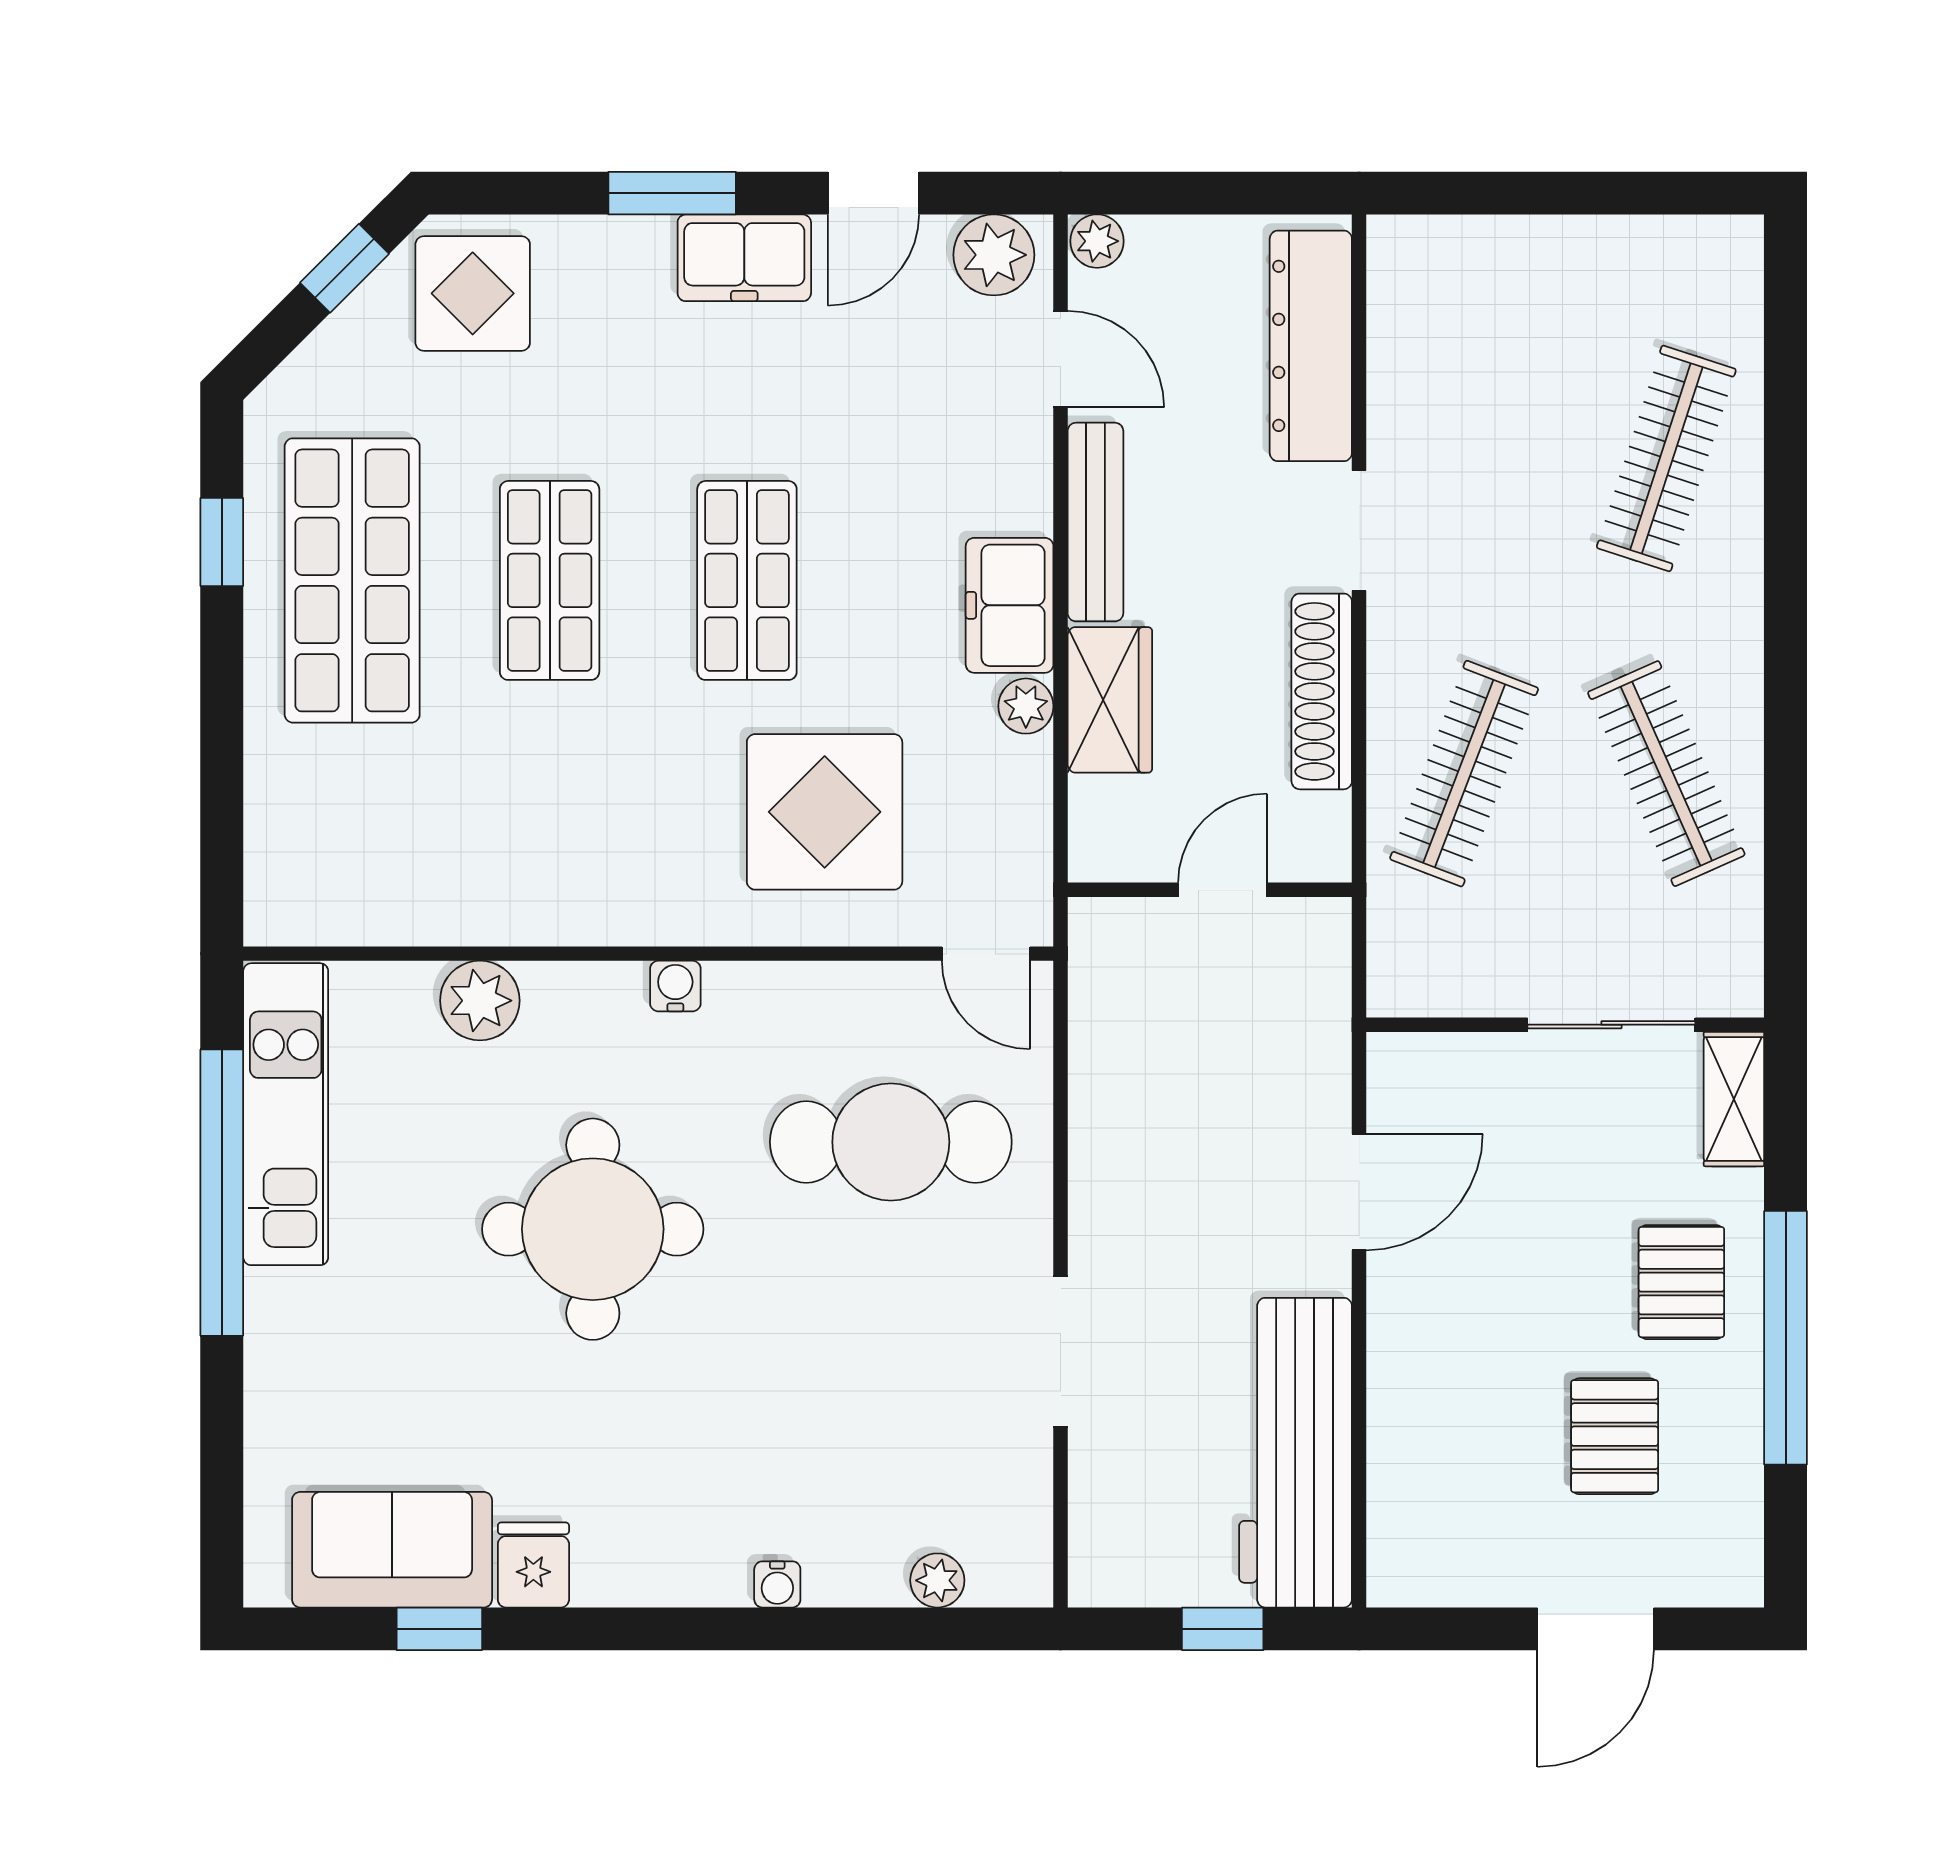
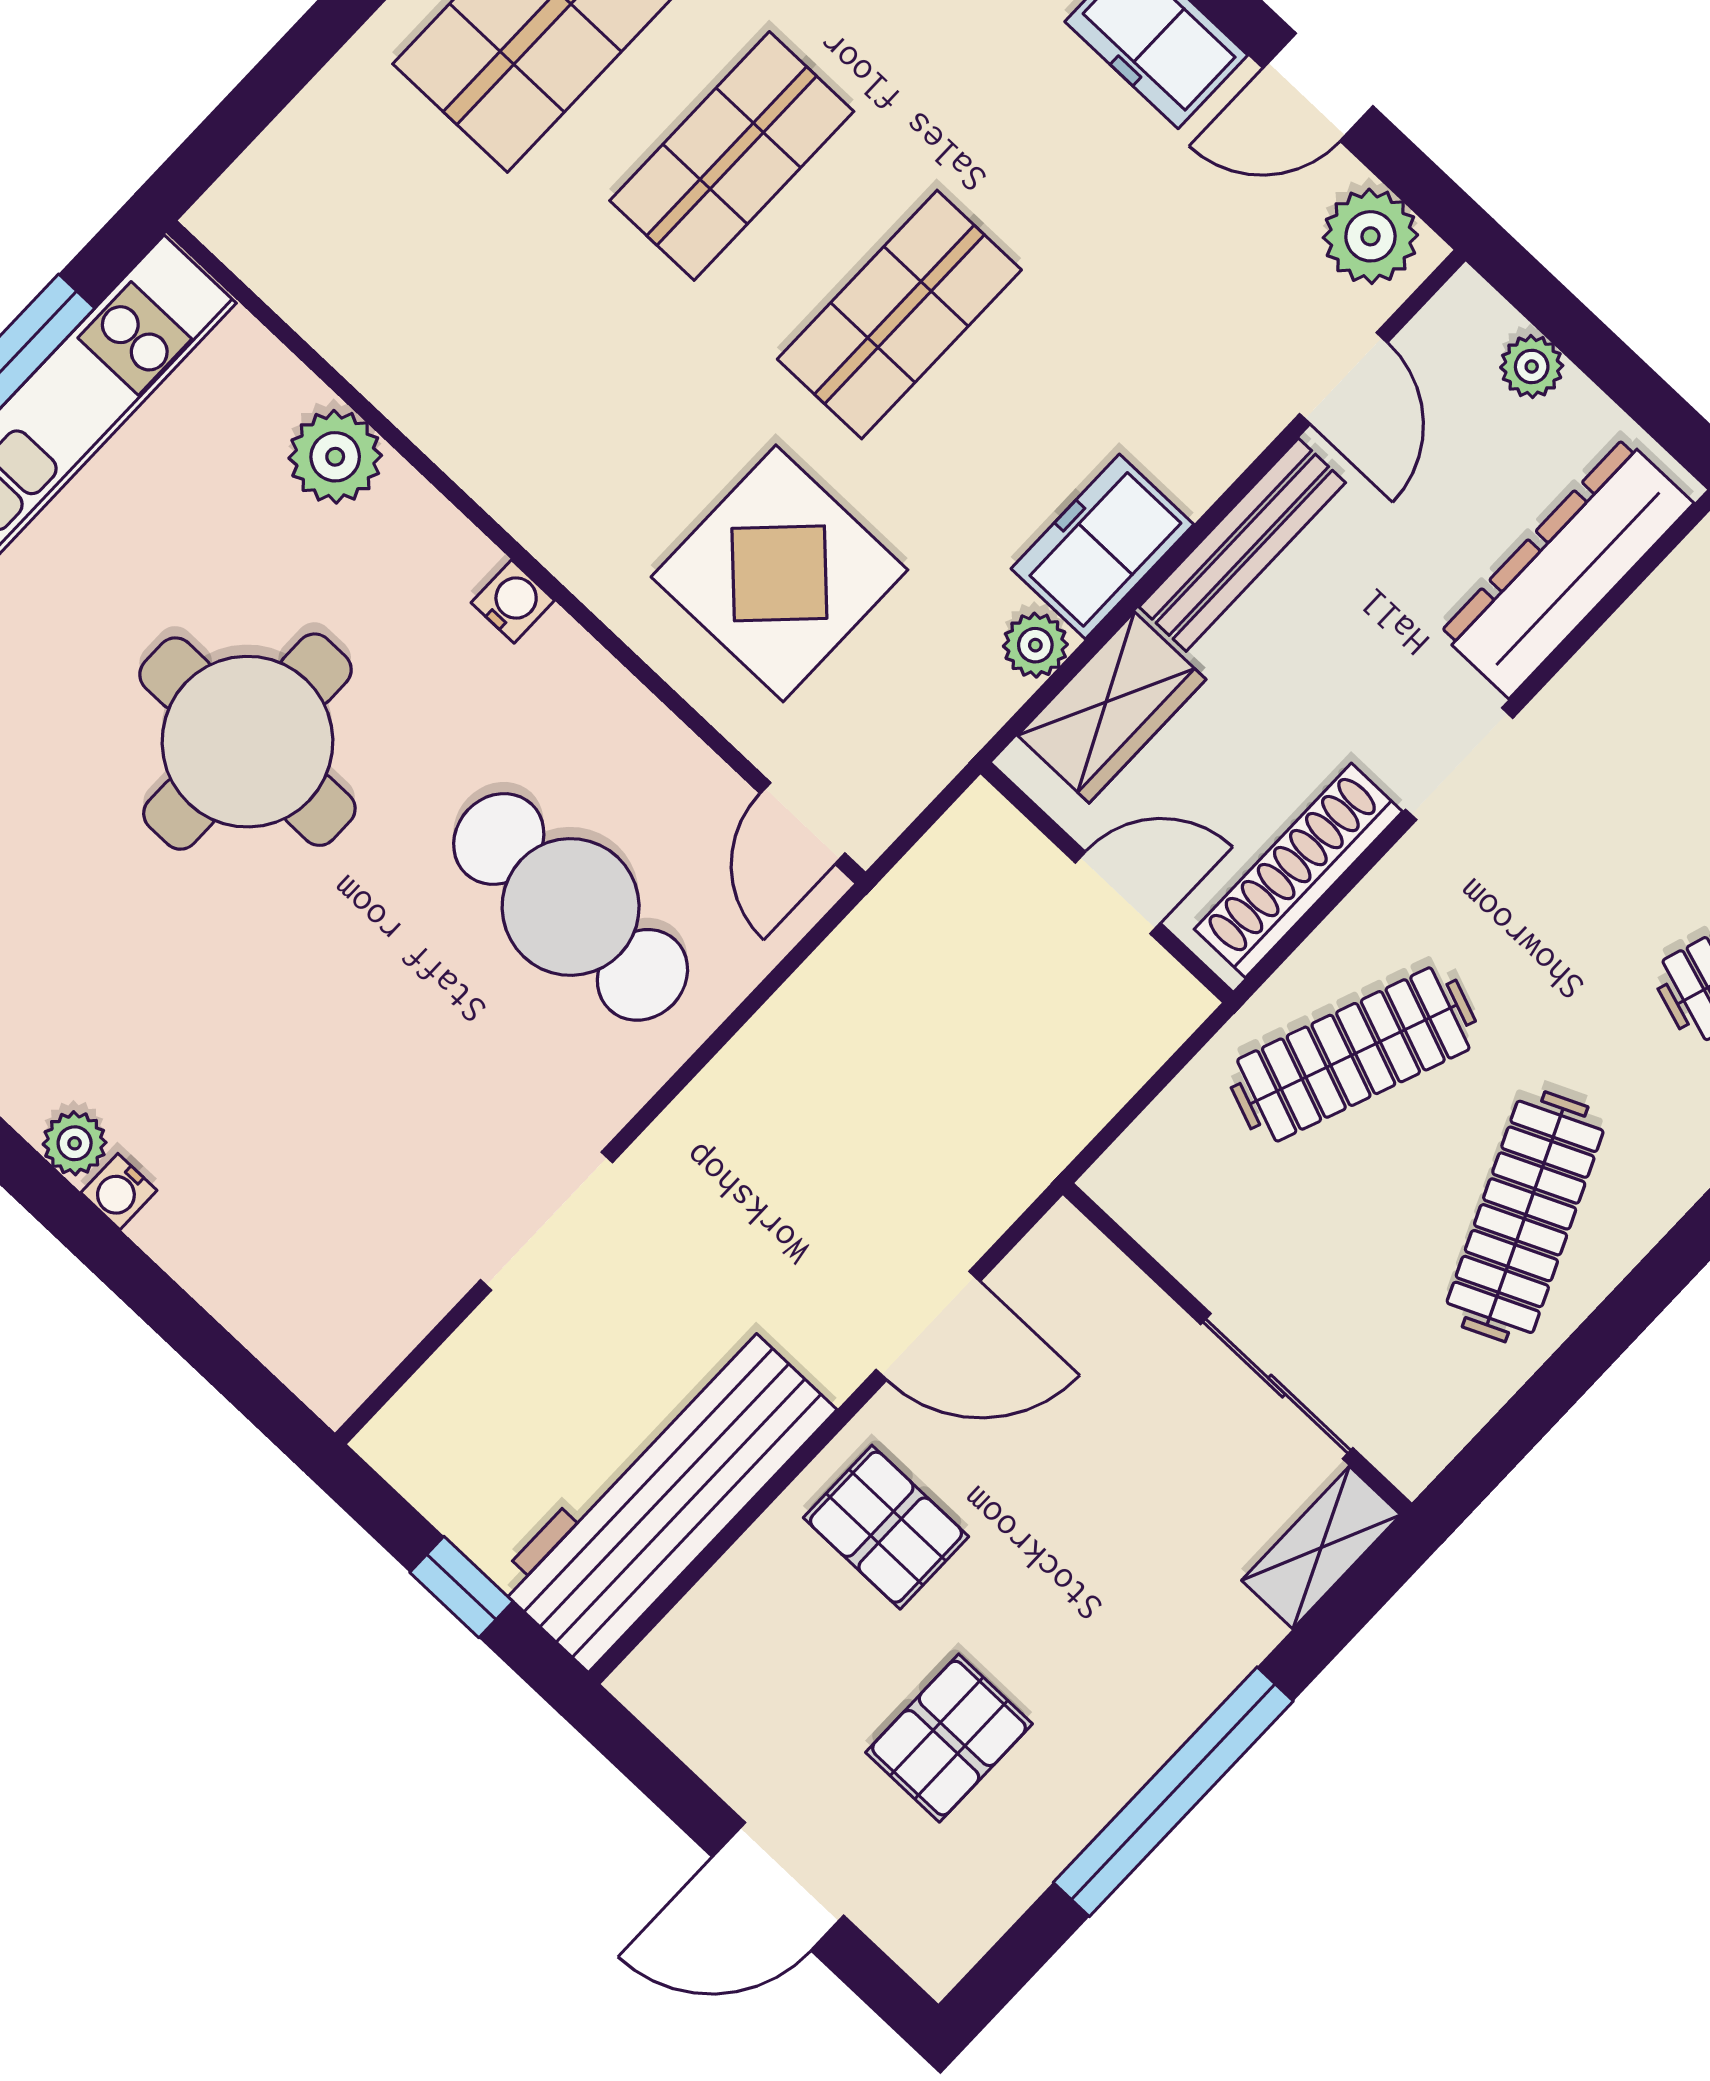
plant: (1097, 241) -> (1532, 366), moved
wall: (1210, 890) -> (1107, 882), moved
door: (1223, 890) -> (1118, 893), moved
pallet: (1681, 1282) -> (886, 1527), moved, turned 90
plant: (937, 1580) -> (75, 1143), moved

